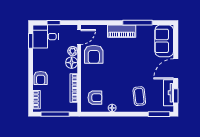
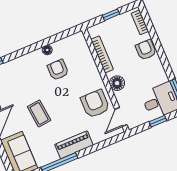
plant: (73, 51) -> (122, 97), removed
coffee table: (139, 96) -> (39, 113), moved
armchair: (95, 98) -> (58, 70), moved, turned 90
window: (55, 114) -> (111, 15), width x0.46

